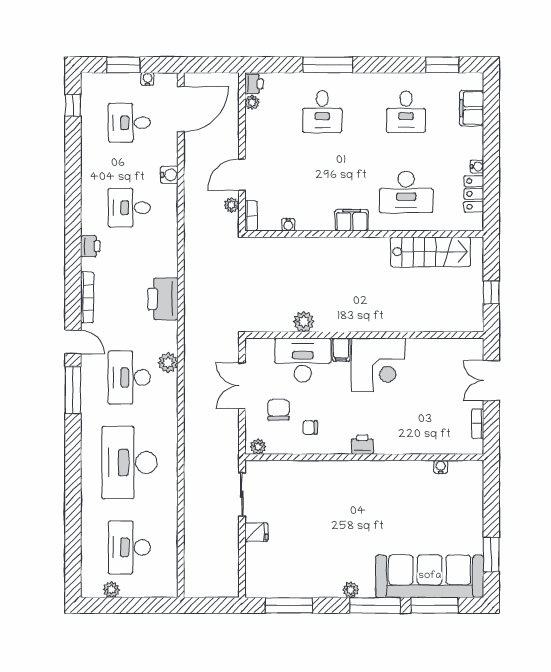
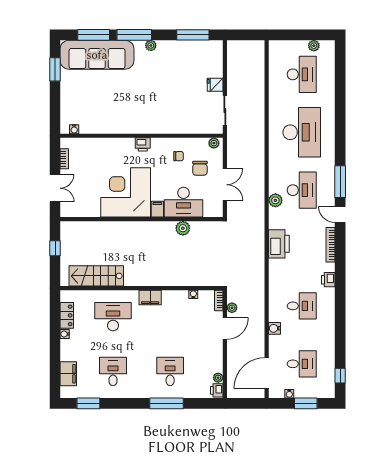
corner desk: (378, 365) -> (126, 192), width x1.36, depth x1.36
water cooler: (441, 467) -> (74, 129), moved

